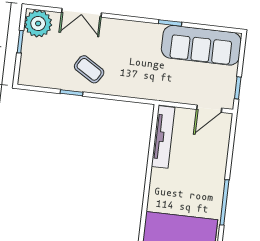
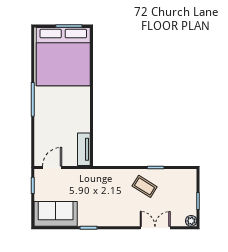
plant: (38, 23) -> (191, 221), width x0.53, depth x0.53
sofa: (201, 45) -> (56, 214), width x0.73
tv unit: (163, 137) -> (84, 149), width x0.71

